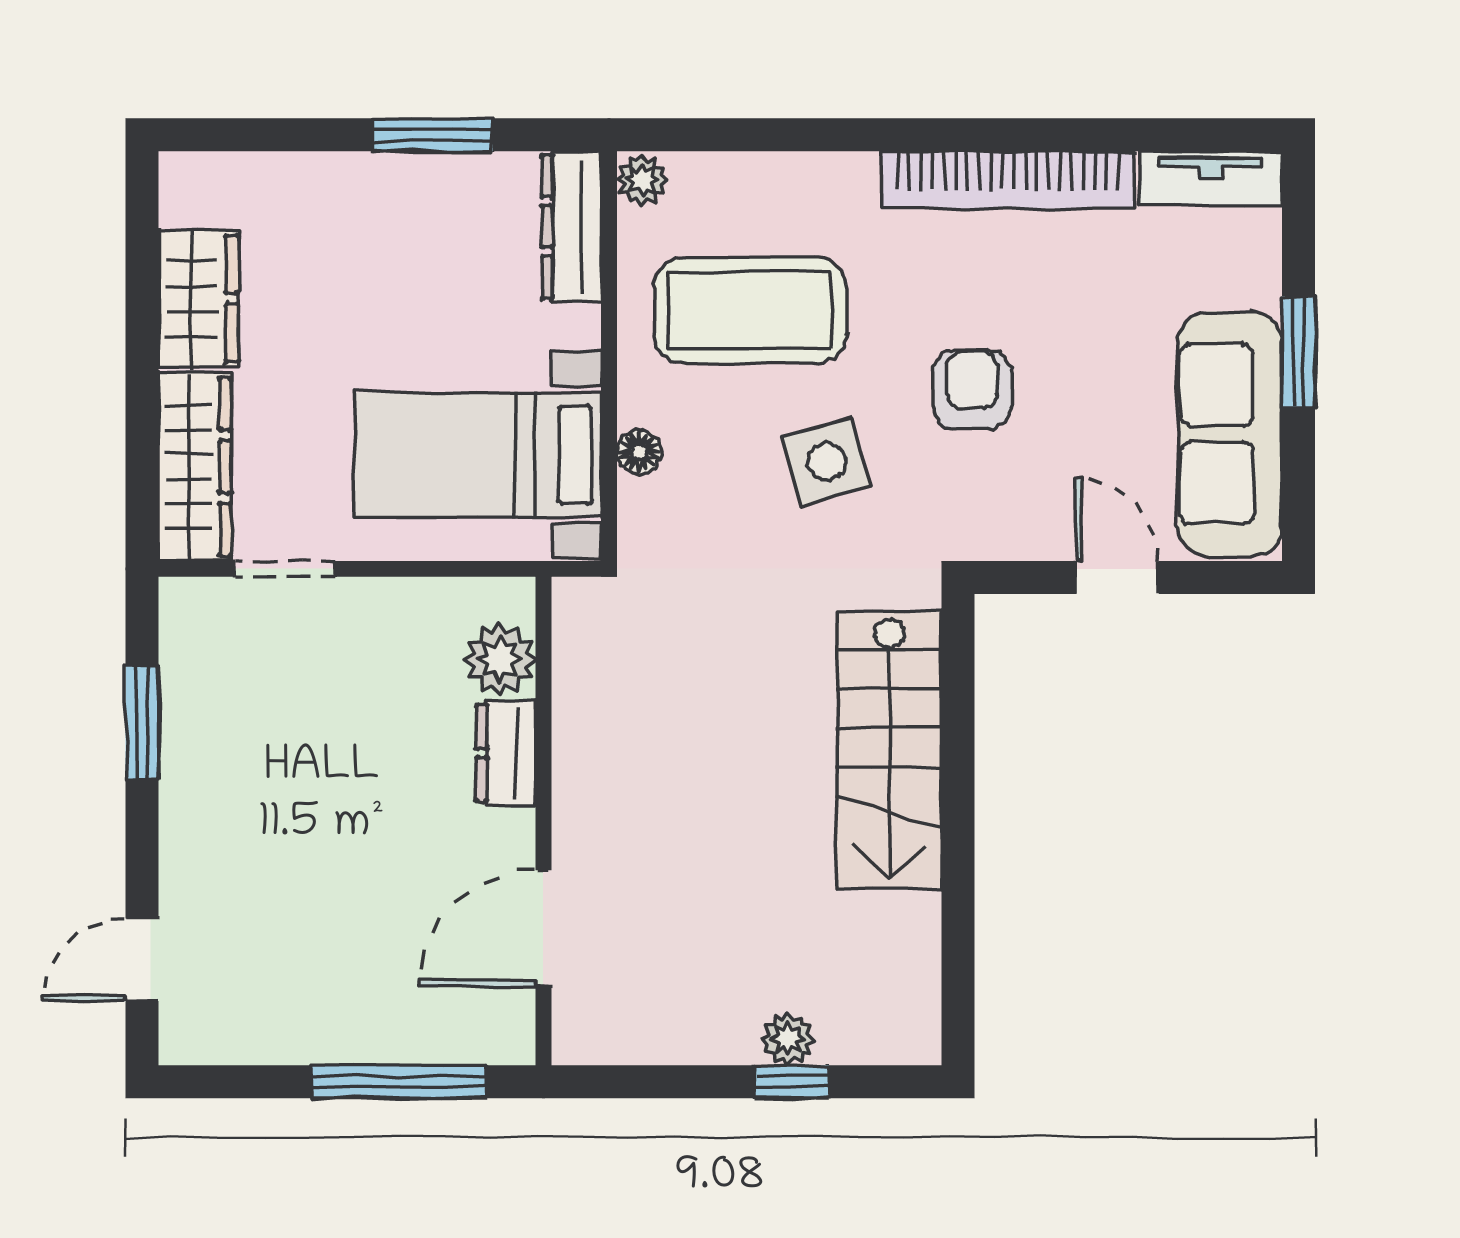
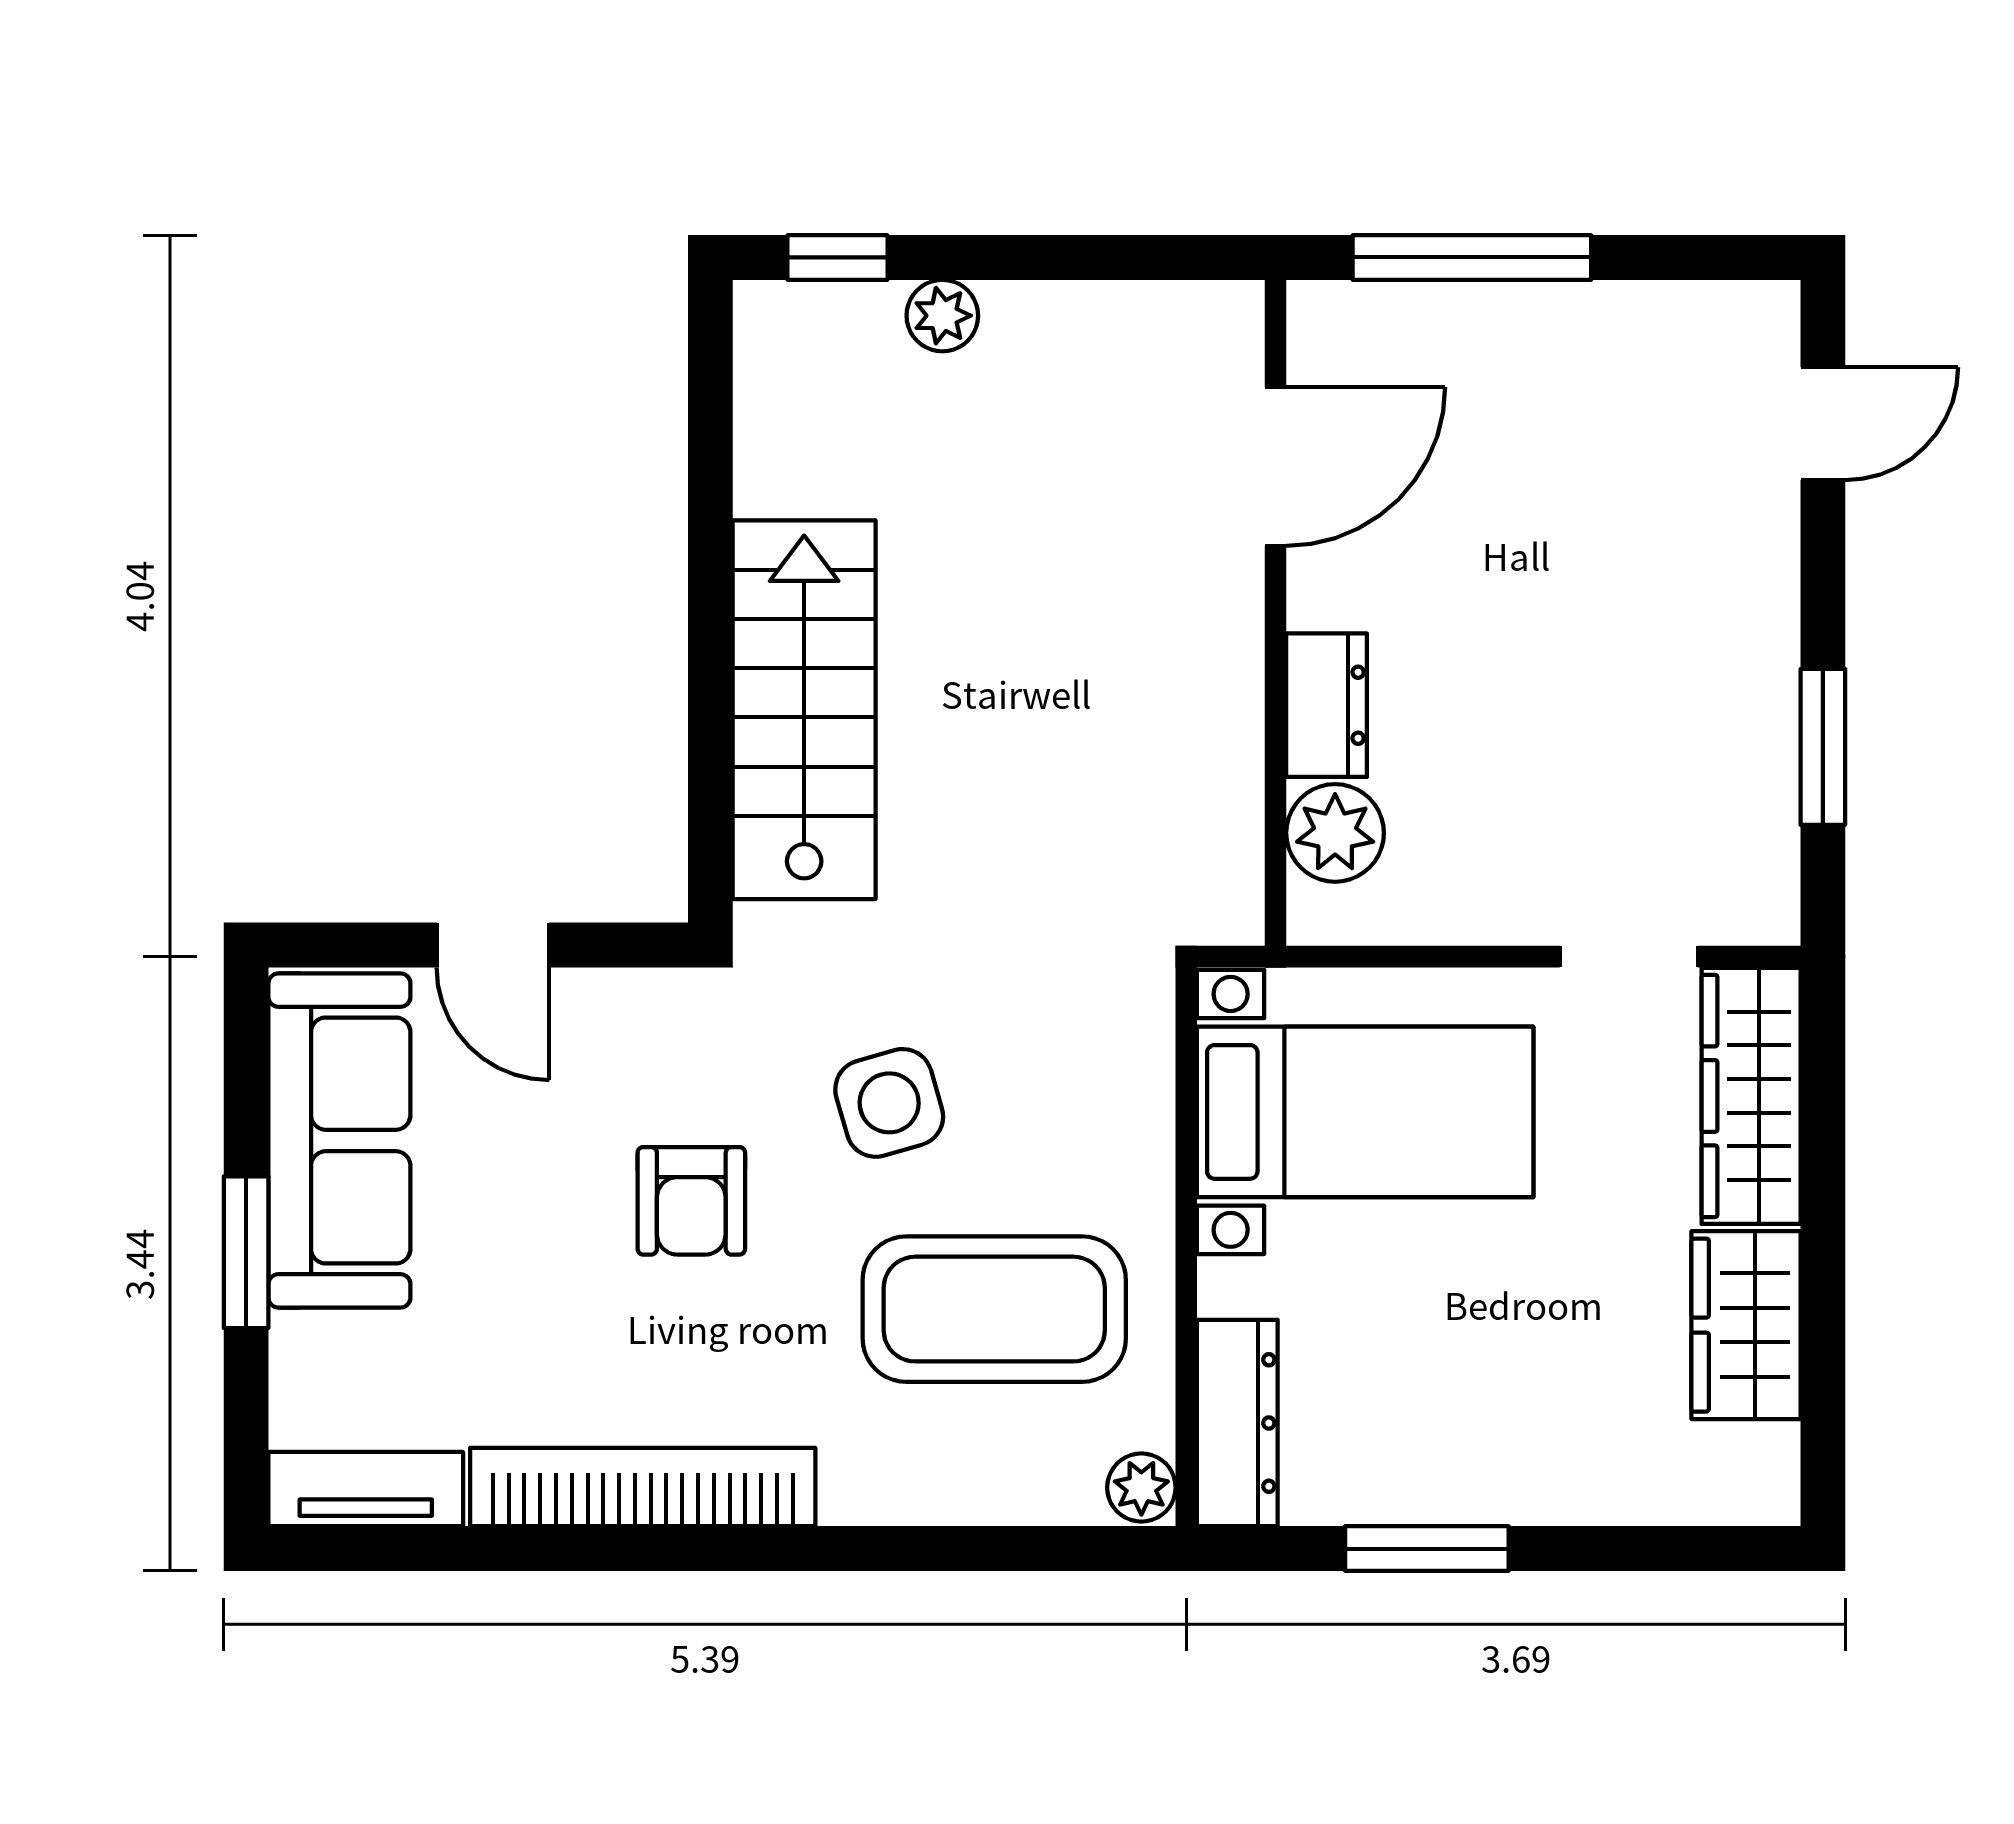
floor lamp: (639, 452) -> (1145, 1116), removed
window: (792, 1082) -> (838, 257), moved

